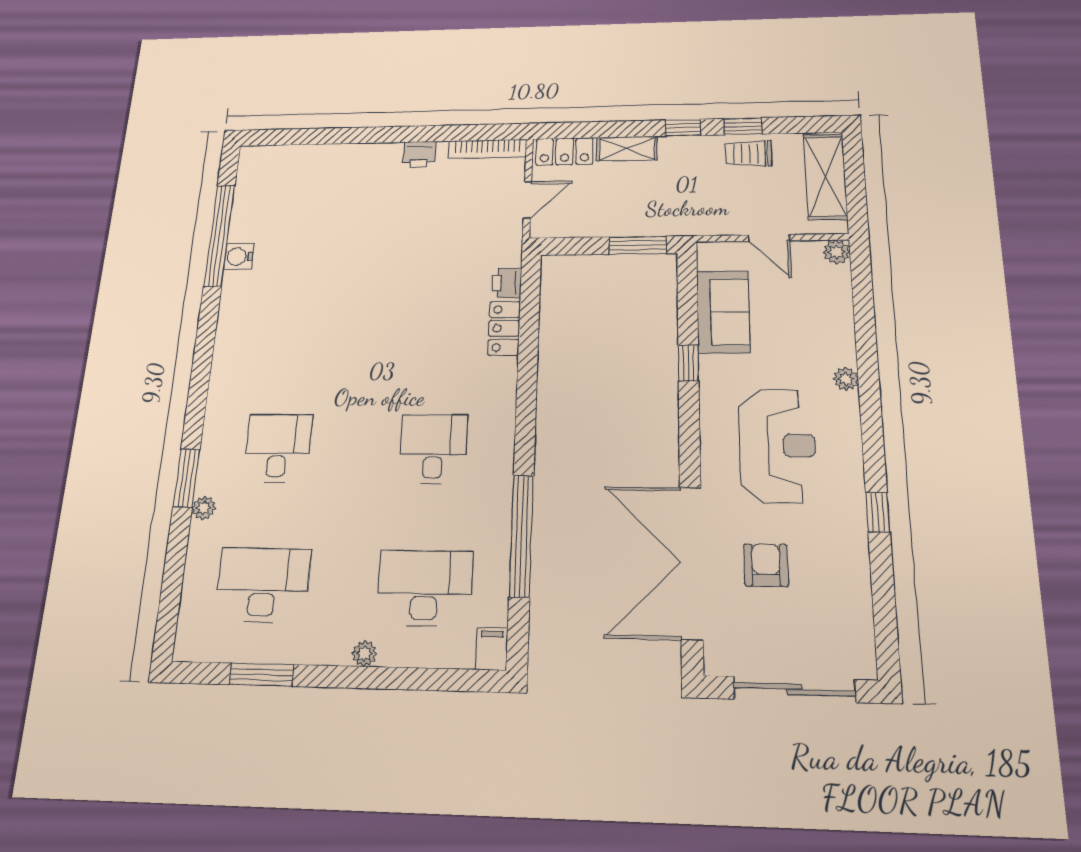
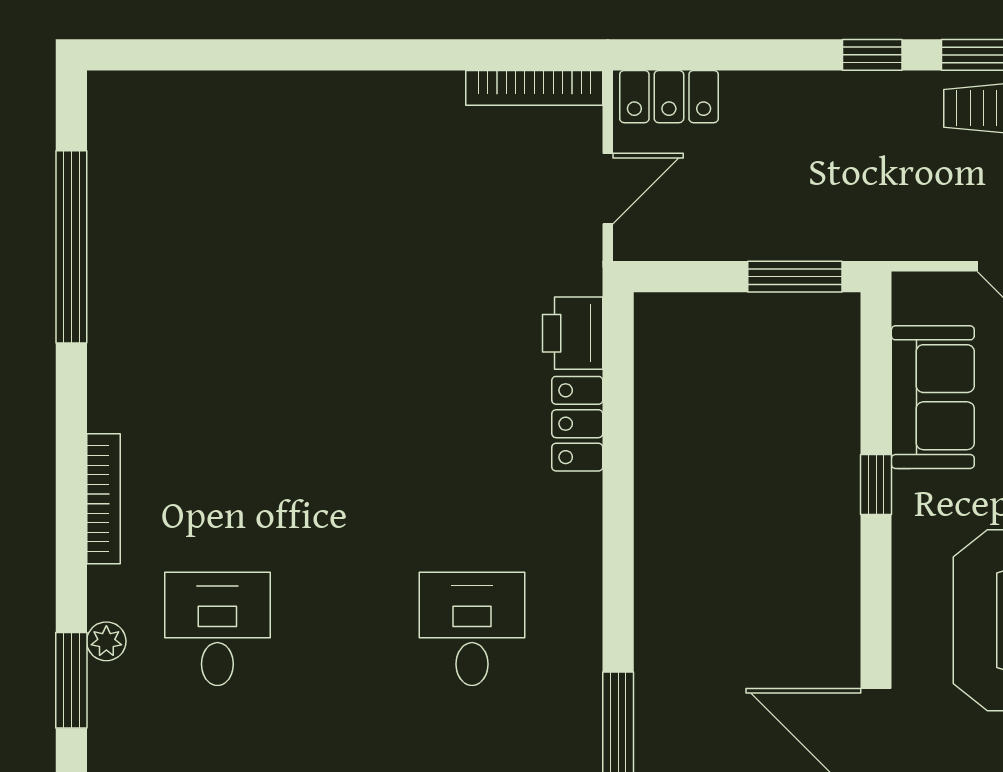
shelving: (627, 149) -> (776, 93), removed
printer: (419, 154) -> (414, 96), removed
water cooler: (239, 256) -> (111, 288), removed
printer: (507, 283) -> (573, 333), width x1.36, depth x1.24
bookcase: (220, 372) -> (103, 499), added
plant: (204, 508) -> (106, 641), moved

